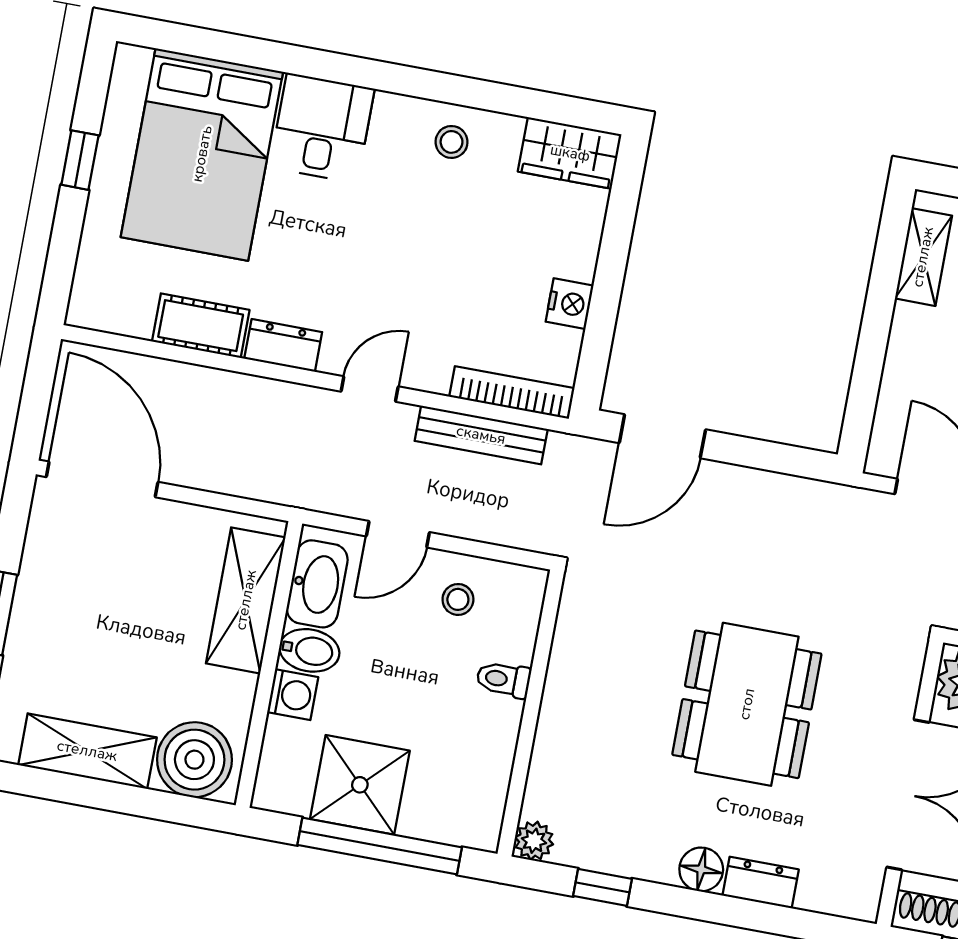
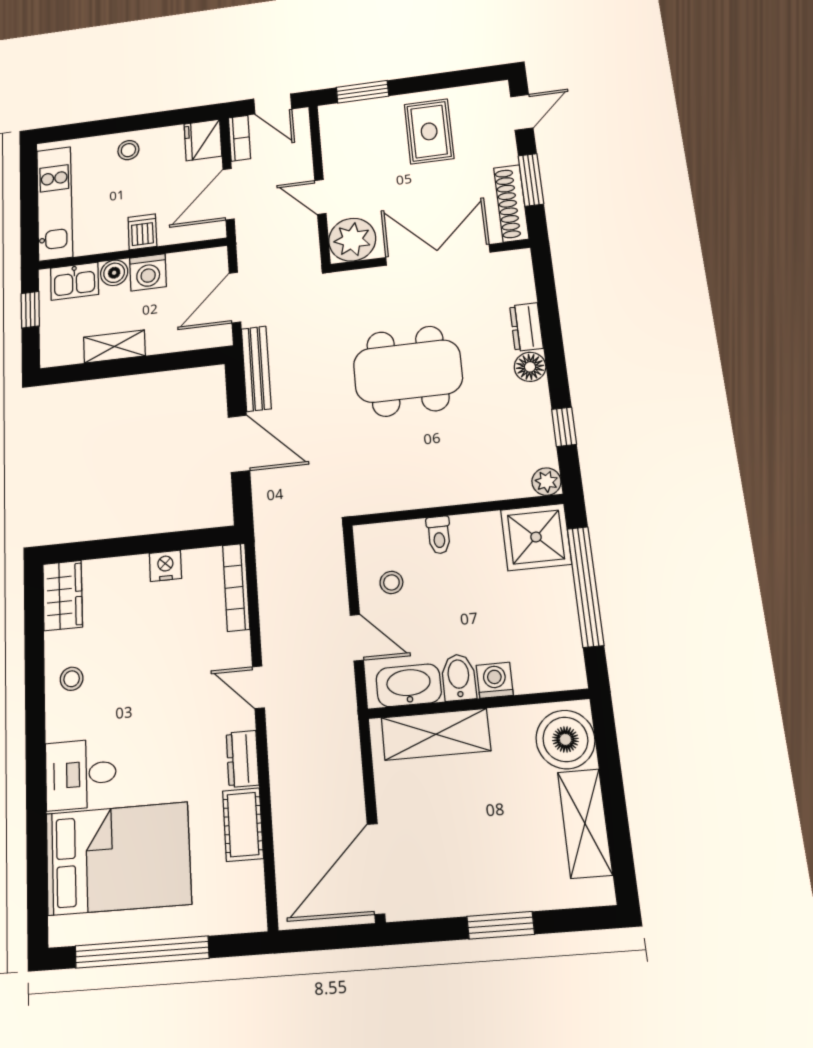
window: (80, 160) -> (142, 952), width x3.17
shelving: (923, 257) -> (114, 346), moved
bench: (481, 435) -> (256, 369), moved
door: (662, 436) -> (239, 444), moved
shower: (360, 785) -> (536, 537), moved

